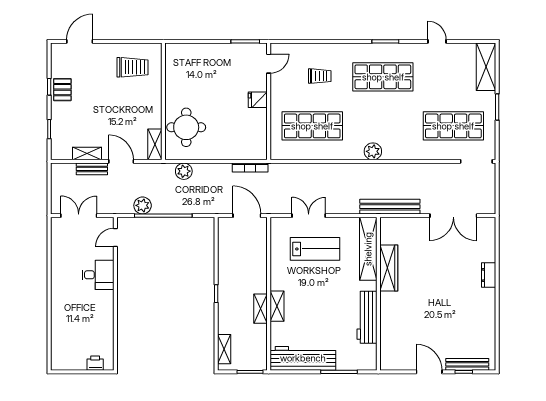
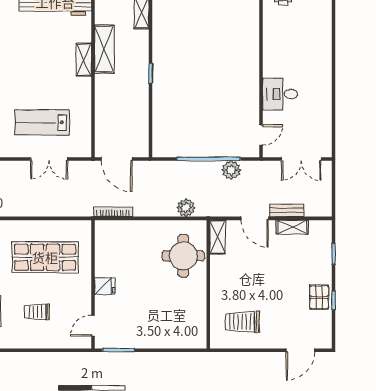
shelving: (260, 309) -> (104, 49), width x1.50, depth x1.33

